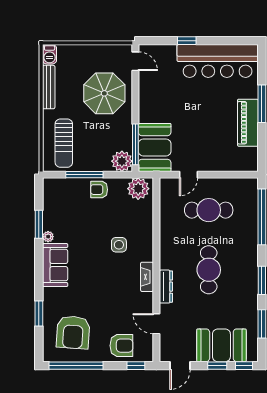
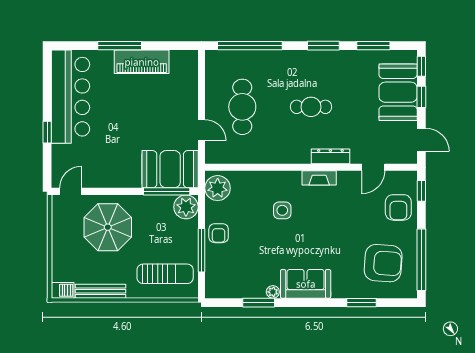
cafe table: (209, 270) -> (311, 107), width x0.73, depth x0.74
armchair: (121, 346) -> (398, 207), turned 180

